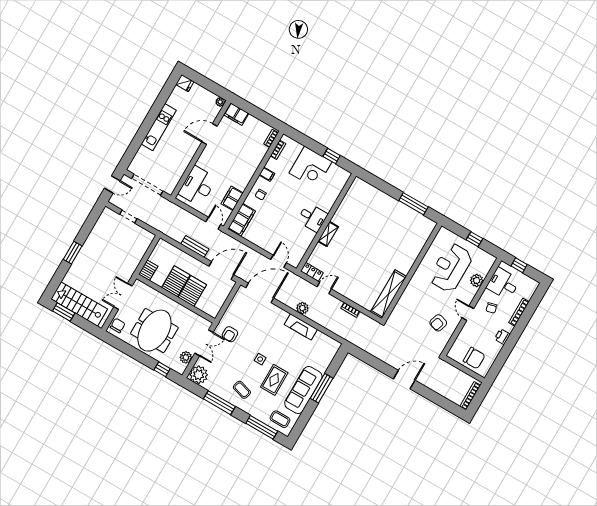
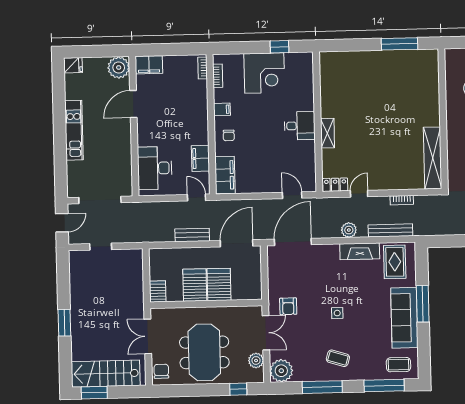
plant: (220, 102) -> (119, 68), width x1.87, depth x1.87
bench: (330, 326) -> (390, 230), added
rug: (274, 380) -> (395, 262), moved

